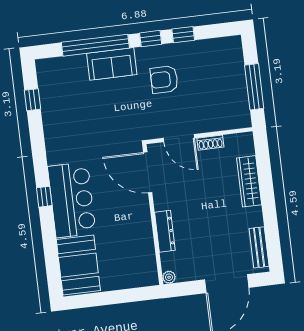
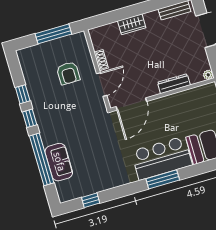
sofa: (112, 64) -> (59, 162), moved
armchair: (164, 79) -> (68, 73), moved
wardrobe: (249, 181) -> (132, 24), width x0.67
window: (44, 197) -> (163, 179), width x2.17

